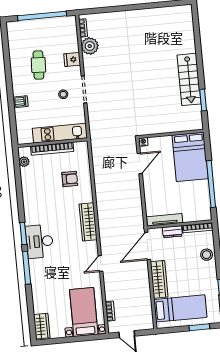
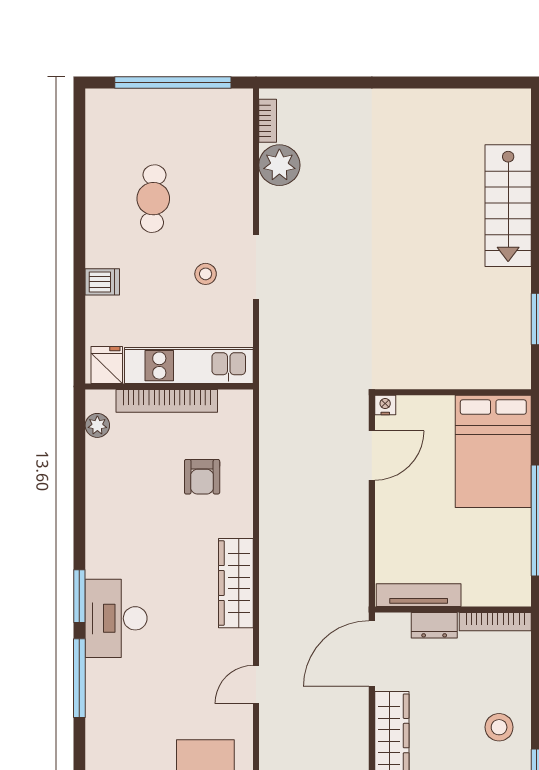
fridge: (72, 60) -> (107, 365), moved, turned 90
stairs: (189, 79) -> (508, 206), moved
armchair: (70, 179) -> (202, 477), turned 90
stool: (207, 255) -> (499, 727), moved

